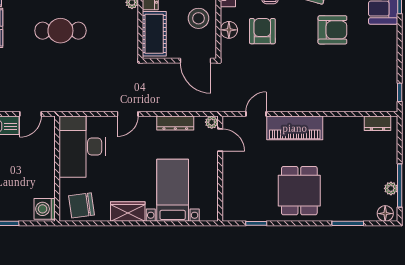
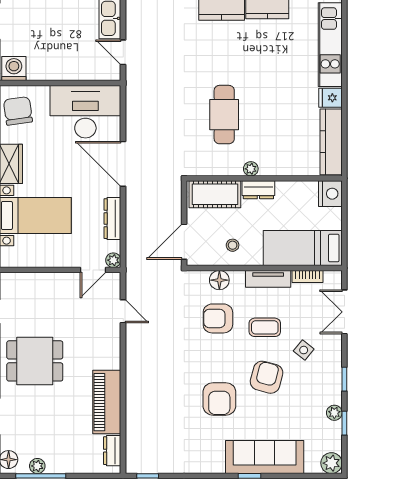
stool: (198, 18) -> (233, 245), width x0.53, depth x0.53
cafe table: (60, 31) -> (224, 115), moved
armchair: (262, 31) -> (218, 318), turned 180
door: (128, 114) -> (123, 164), width x1.87
piano: (295, 128) -> (107, 402), moved

